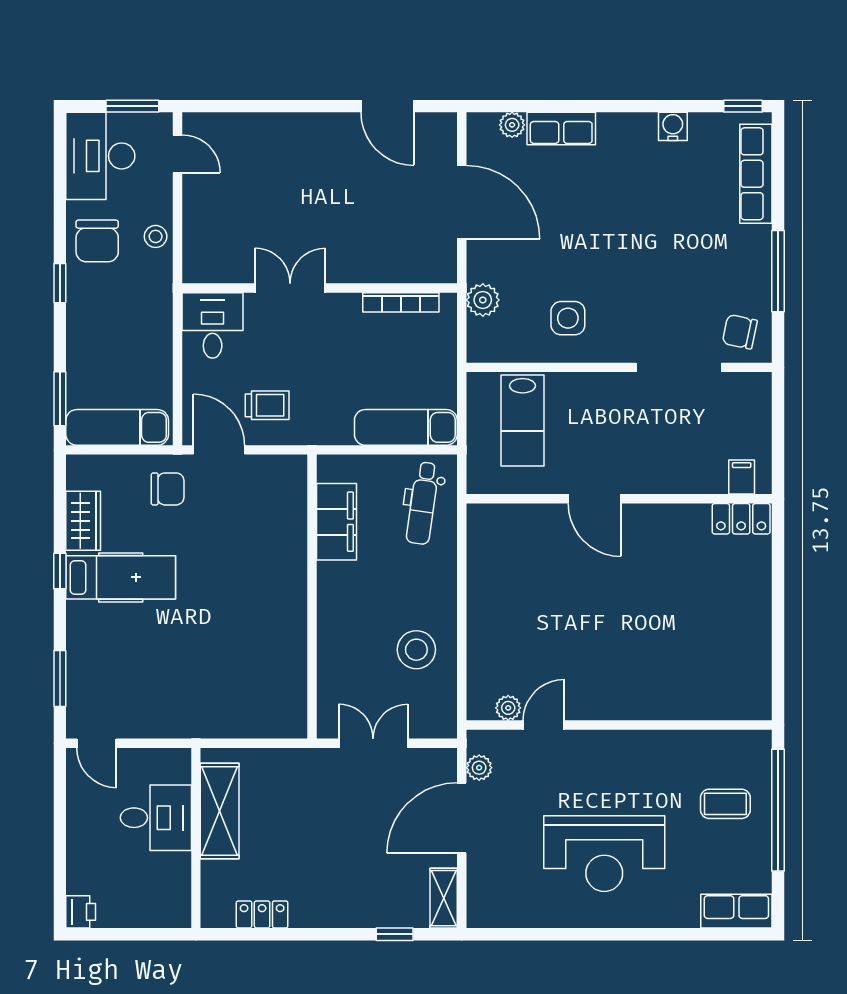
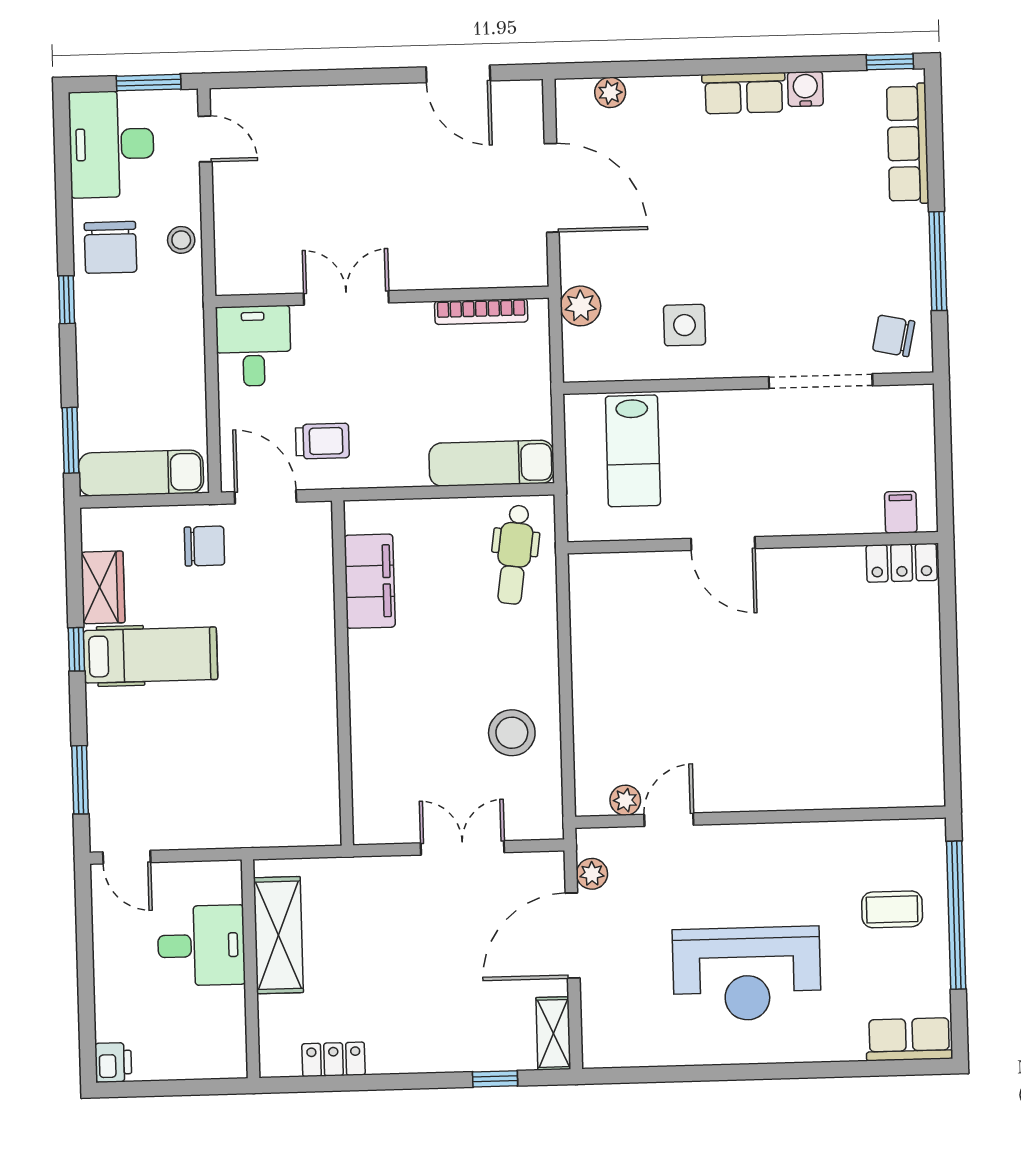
row of seats: (561, 129) -> (744, 93), moved
filing cabinet: (336, 522) -> (370, 581), moved
wall: (312, 597) -> (342, 673), moved

